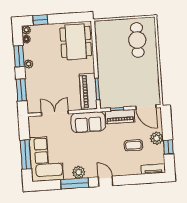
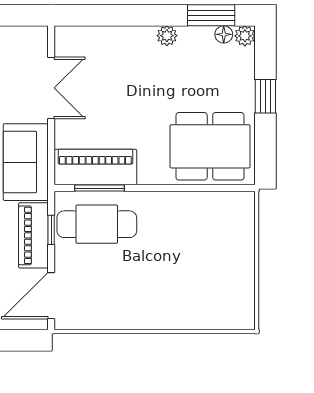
window: (40, 20) -> (265, 96), moved
cafe table: (137, 40) -> (97, 224), moved
window: (19, 56) -> (211, 15), moved
window: (21, 90) -> (109, 15), removed

